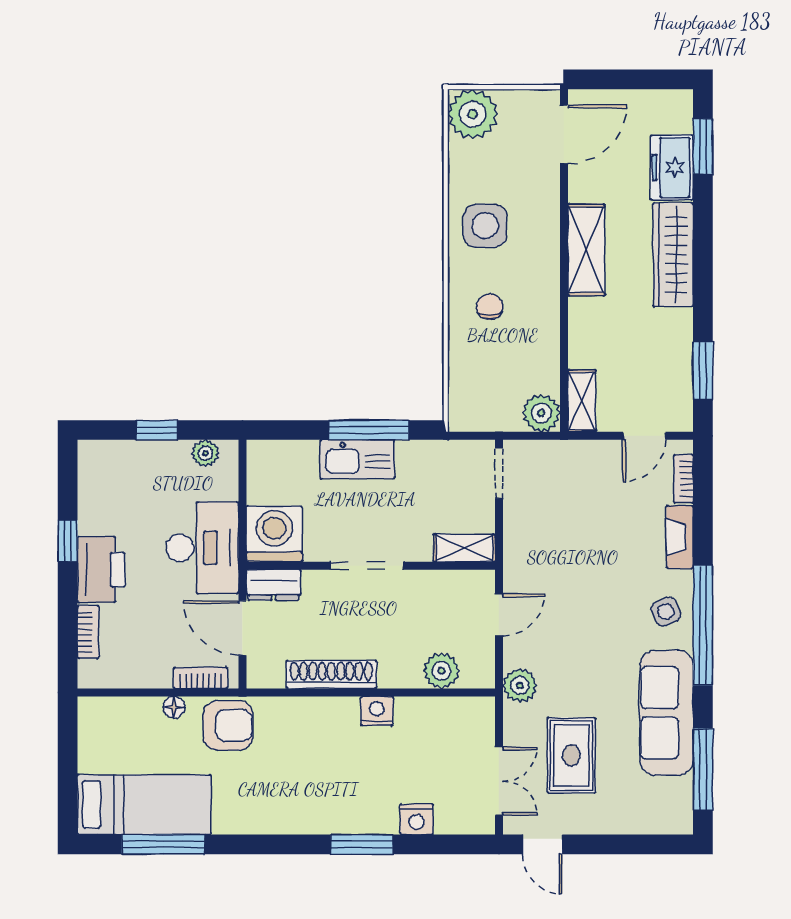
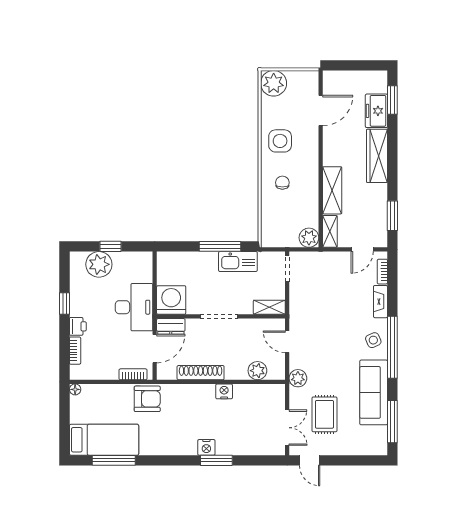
door: (564, 134) -> (321, 111), moved
shelving: (586, 250) -> (332, 190), moved
plant: (206, 453) -> (99, 264), moved, width x1.87, depth x1.87
kitchen sink: (357, 459) -> (238, 262), moved
printer: (101, 570) -> (78, 326), width x0.53, depth x0.68
door: (499, 615) -> (287, 342), swing flipped
door: (242, 628) -> (155, 349), swing flipped
floor lamp: (174, 707) -> (75, 389), moved
nightstand: (416, 819) -> (206, 447), moved

